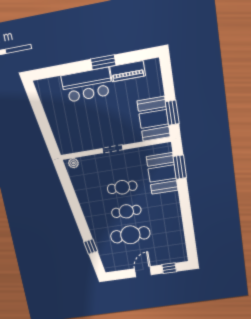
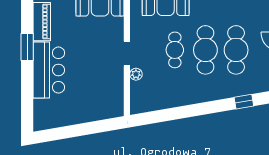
plant: (73, 163) -> (136, 74), moved
cafe table: (126, 211) -> (205, 50), width x1.37, depth x1.35

